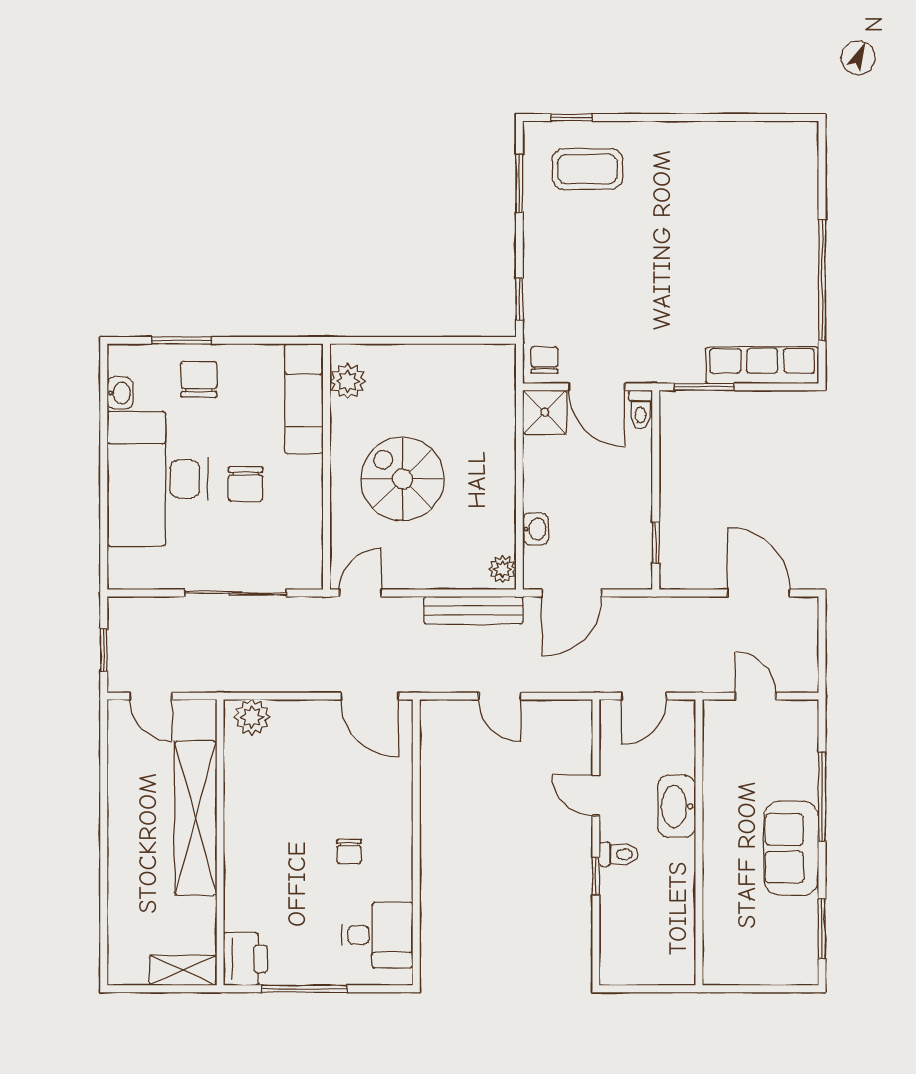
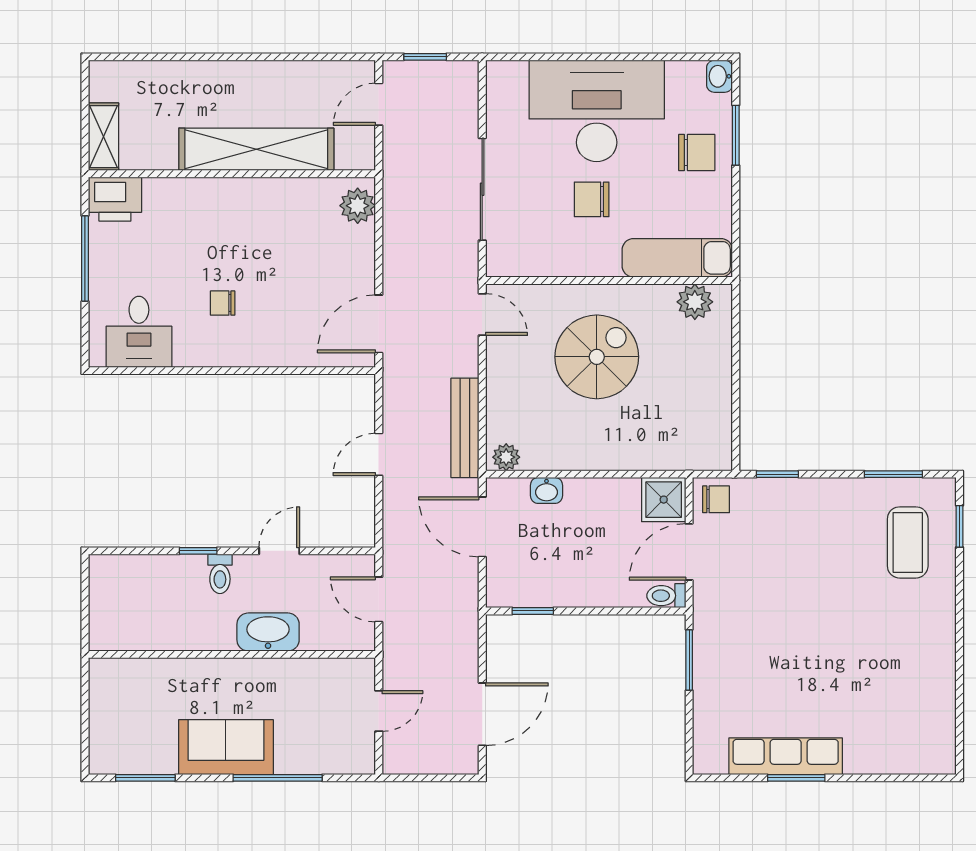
window: (822, 280) -> (796, 778), width x0.47
row of seats: (762, 365) -> (786, 756), moved, turned -90
washbasin: (120, 393) -> (720, 76), moved, turned 90

